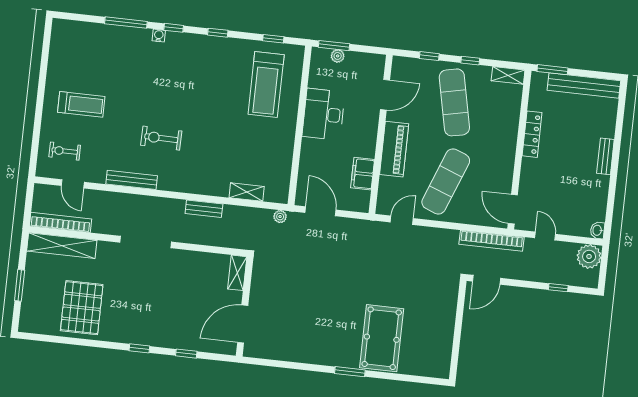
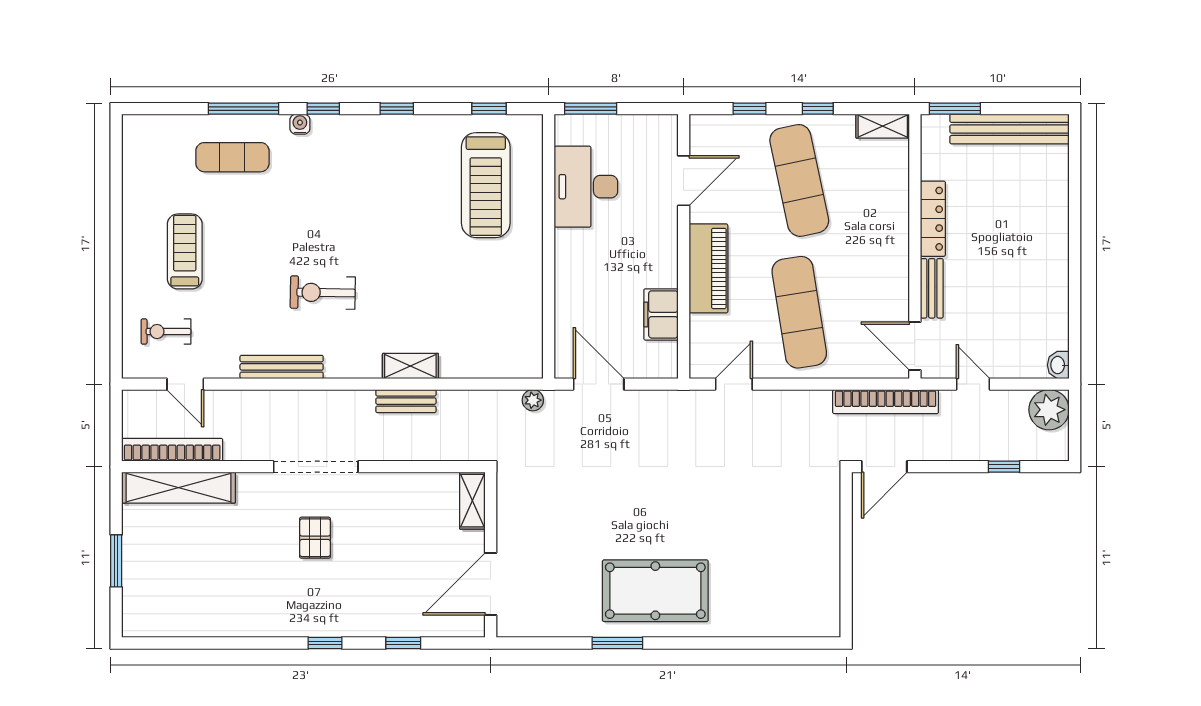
exercise mat: (116, 51) -> (232, 157), added
plant: (338, 56) -> (598, 125), removed
treadmill: (81, 104) -> (185, 251), turned -90
desk: (324, 114) -> (586, 187), moved
bench: (605, 156) -> (932, 288), moved
exercise mat: (446, 181) -> (799, 312), turned -30
shelving: (247, 192) -> (410, 366), moved
pallet: (82, 308) -> (315, 538), moved, width x0.49, depth x0.50
pool table: (382, 338) -> (655, 591), moved, turned 90
window: (350, 372) -> (617, 643), moved

